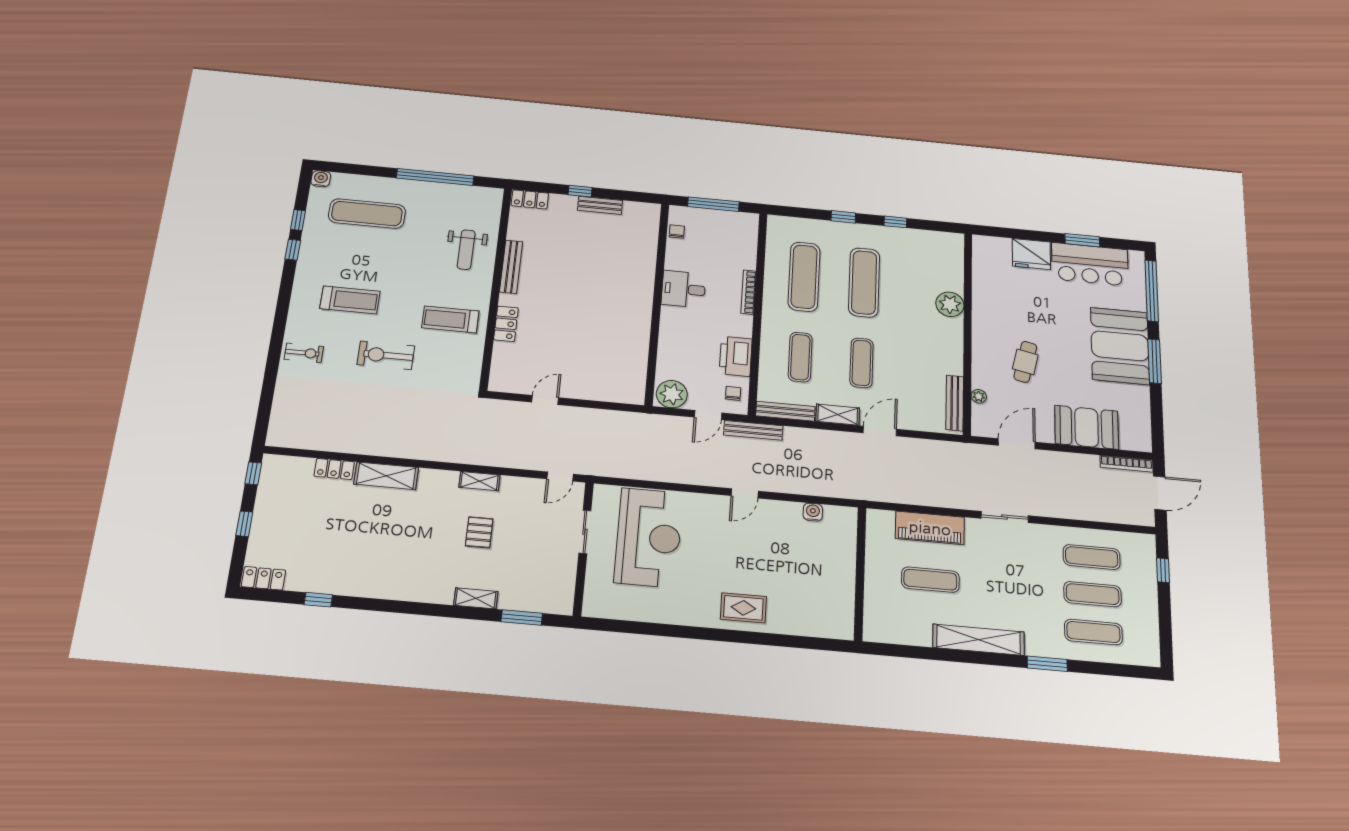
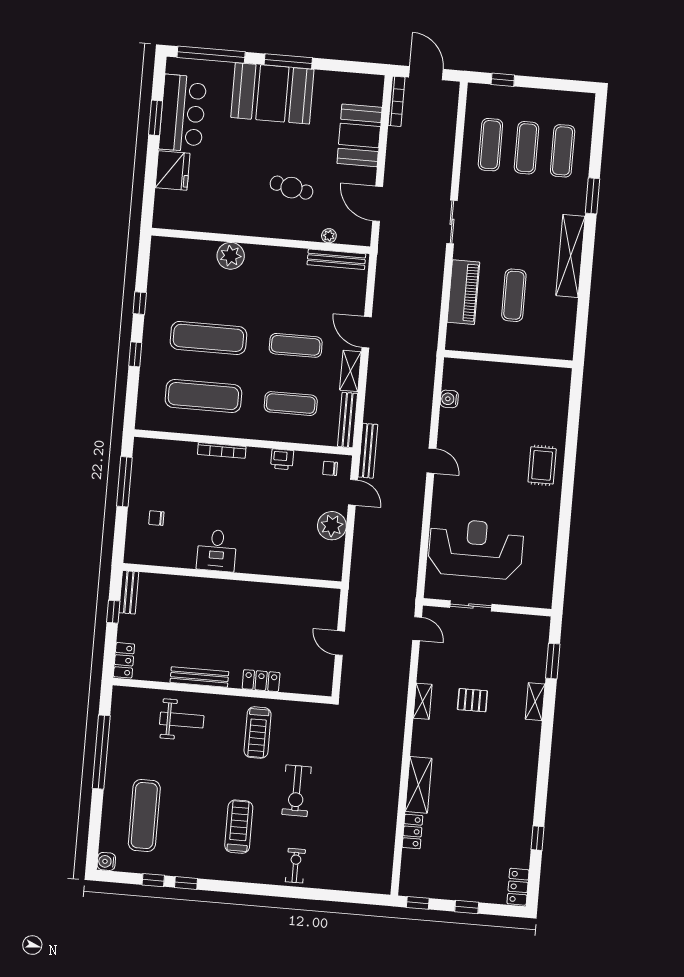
desk: (683, 289) -> (217, 550), moved
wall: (657, 303) -> (232, 576), moved
printer: (736, 356) -> (282, 459), width x0.53, depth x0.68

